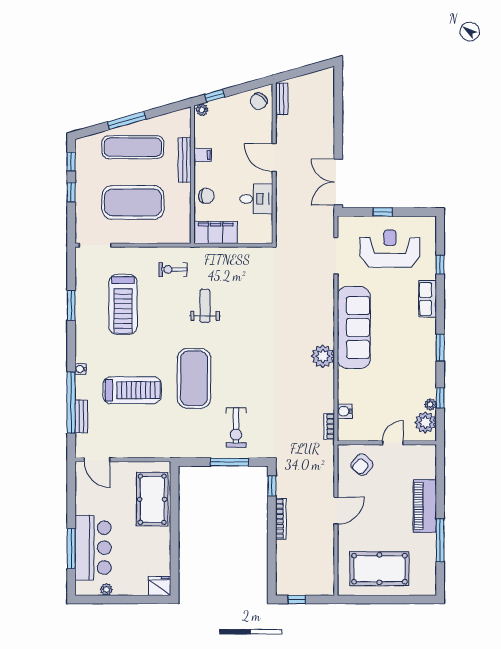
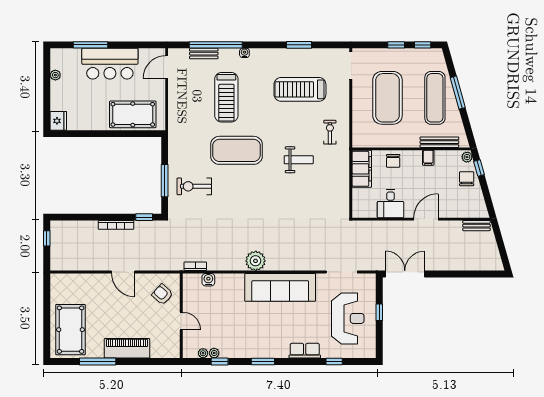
chair: (259, 101) -> (467, 179), moved, turned 50
bench: (185, 160) -> (439, 142), moved
plant: (425, 422) -> (203, 353), width x0.53, depth x0.53
bar counter: (93, 548) -> (110, 64), moved
pool table: (379, 569) -> (71, 330), moved

